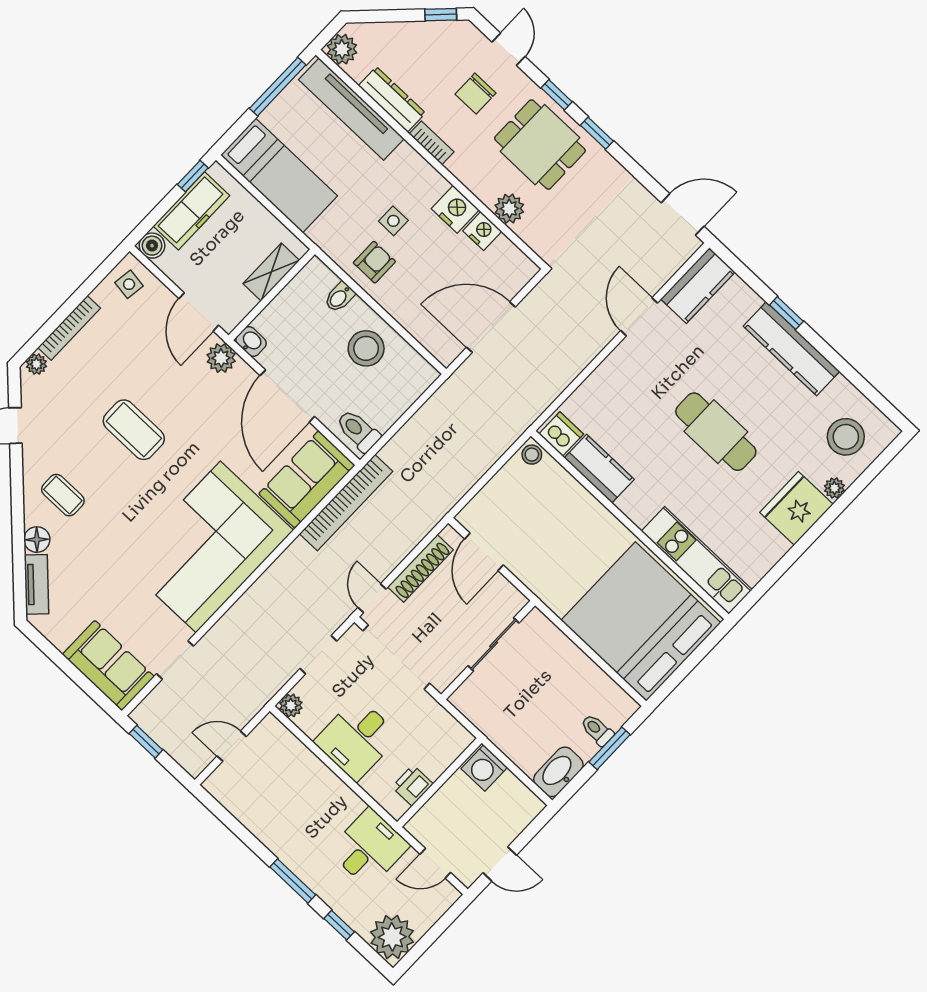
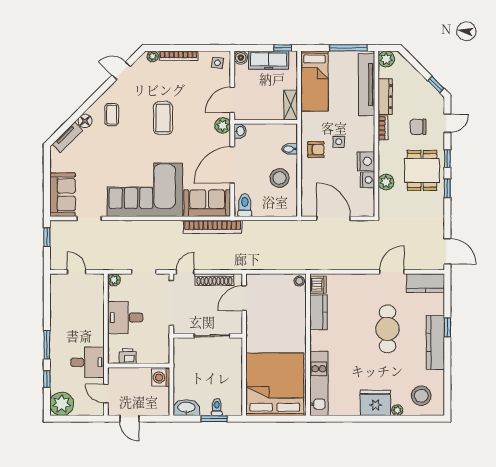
shelving: (271, 272) -> (291, 105), moved, turned 90
cafe table: (716, 432) -> (387, 329), moved

